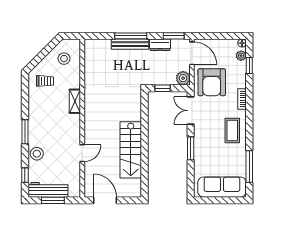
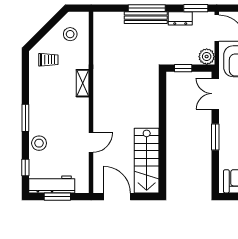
stairs: (131, 150) -> (147, 161), moved

